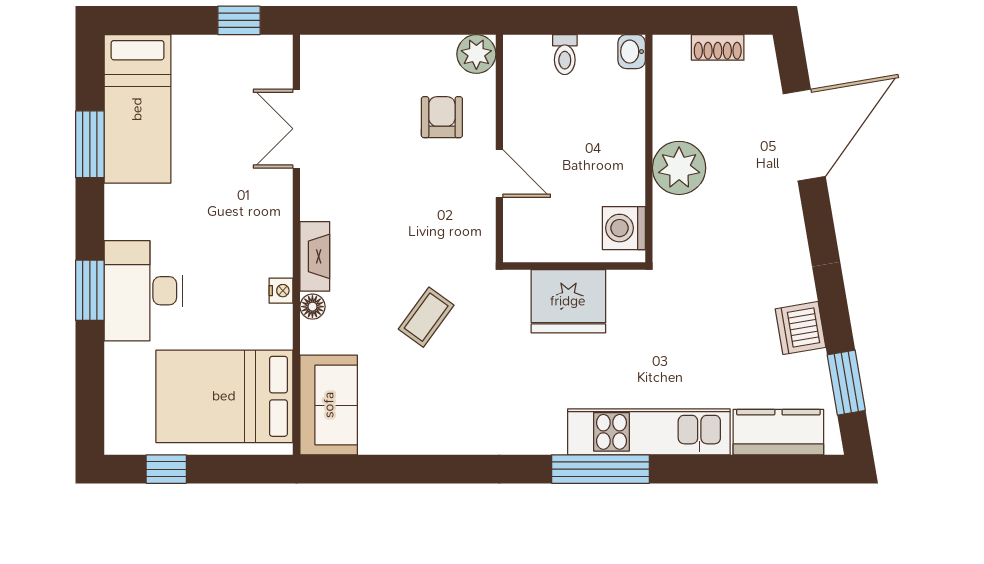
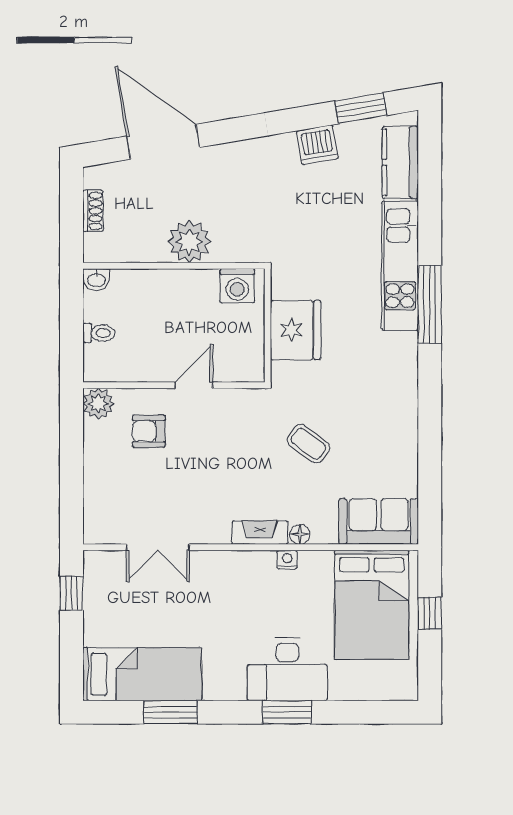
window: (166, 469) -> (430, 613), moved

